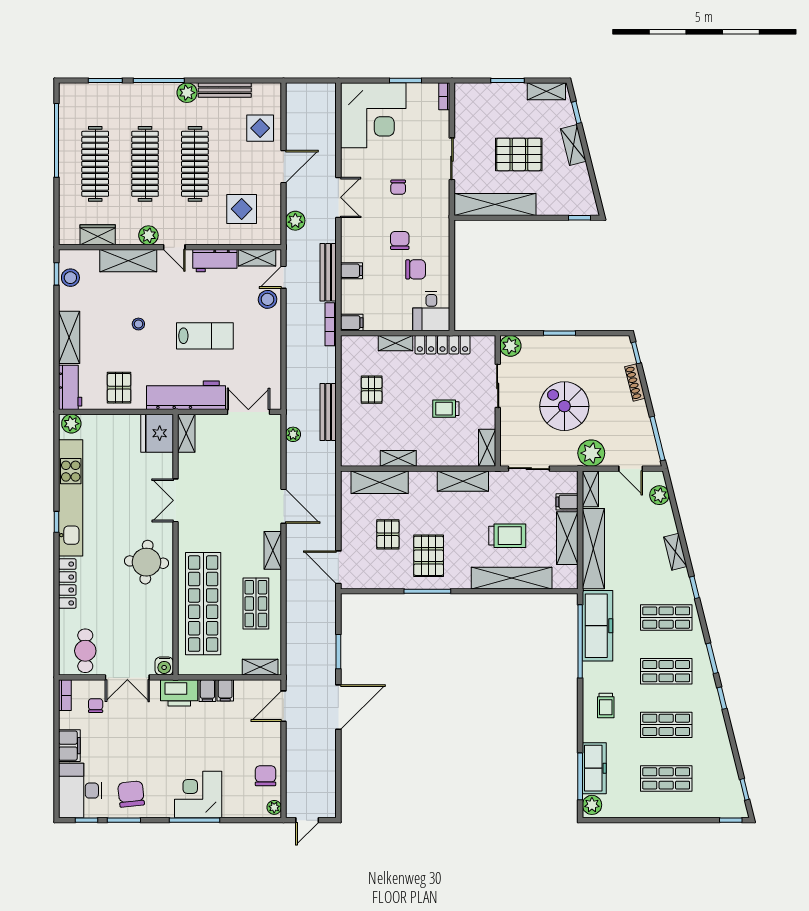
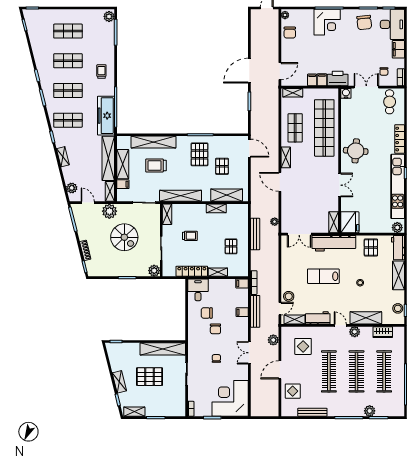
plant: (187, 93) -> (370, 411), moved
shelving: (463, 481) -> (181, 196), width x1.47
freezer: (594, 768) -> (108, 37), removed

